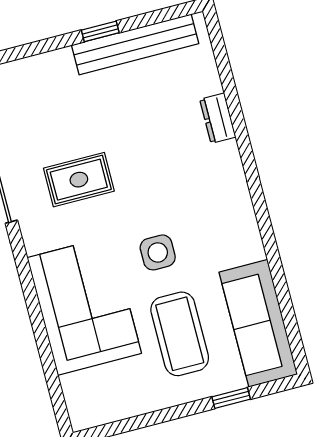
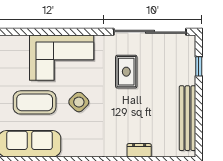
window: (100, 31) -> (199, 66), moved
side table: (158, 252) -> (79, 102), turned 45

